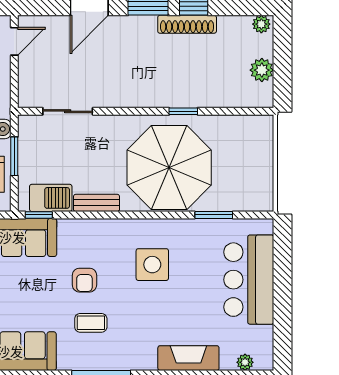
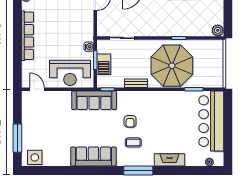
plant: (262, 70) -> (218, 30), moved
barbecue: (51, 198) -> (104, 64), moved, turned 90
side table: (152, 265) -> (164, 114), removed
bar counter: (249, 280) -> (211, 121), width x1.36
fireplace: (188, 358) -> (170, 160), moved

